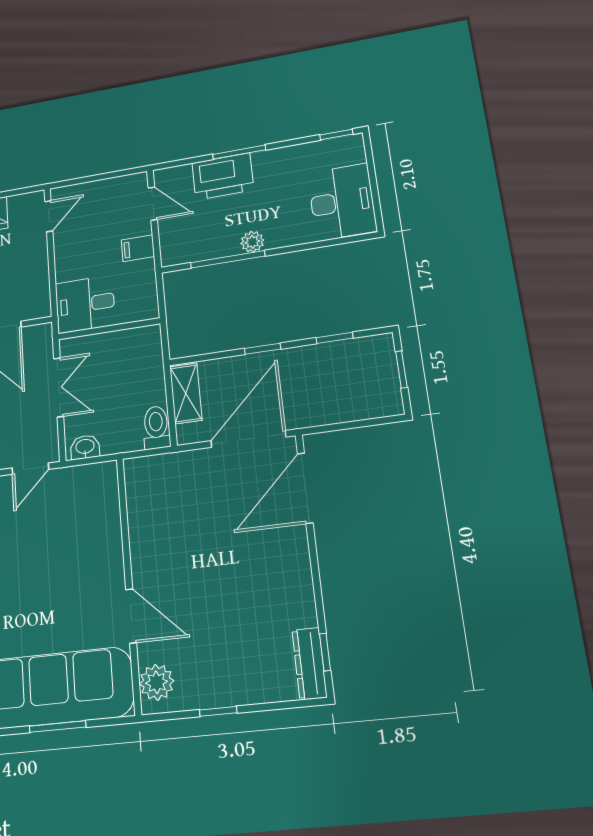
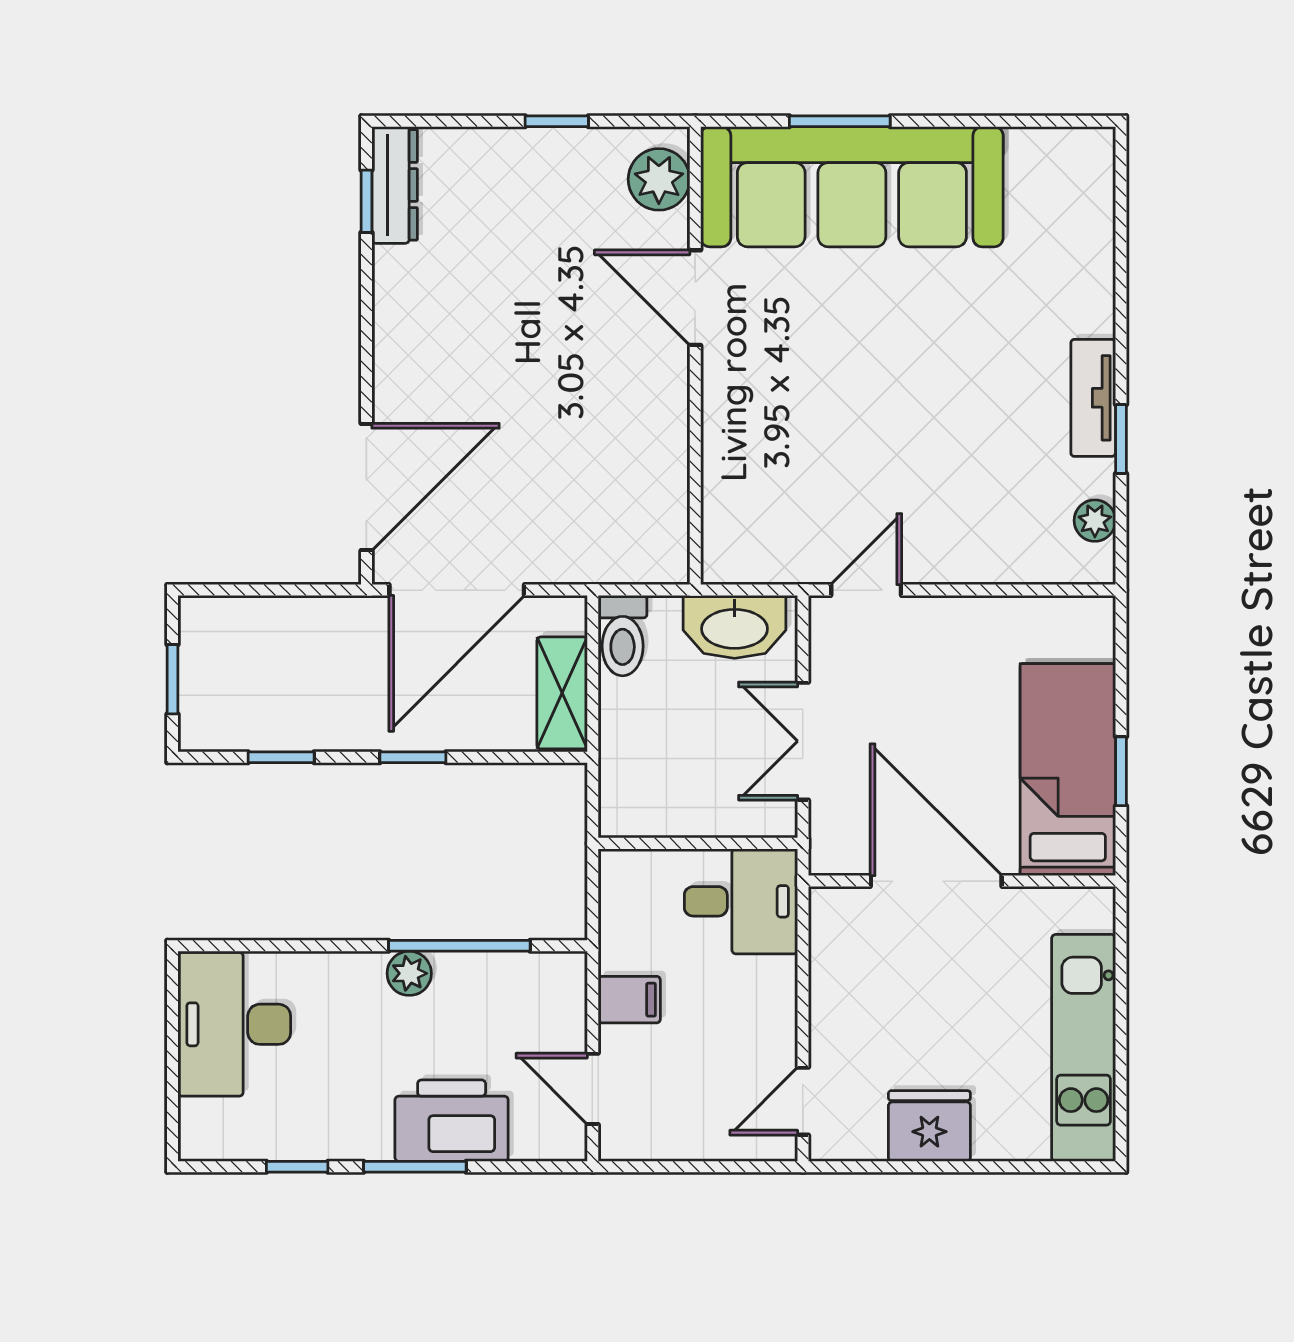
window: (336, 135) -> (297, 1167), moved
washbasin: (85, 447) -> (735, 627), width x1.91, depth x1.45

